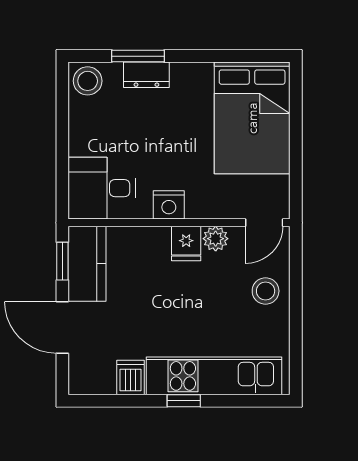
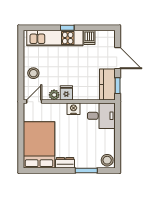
dresser: (146, 75) -> (65, 163), moved

